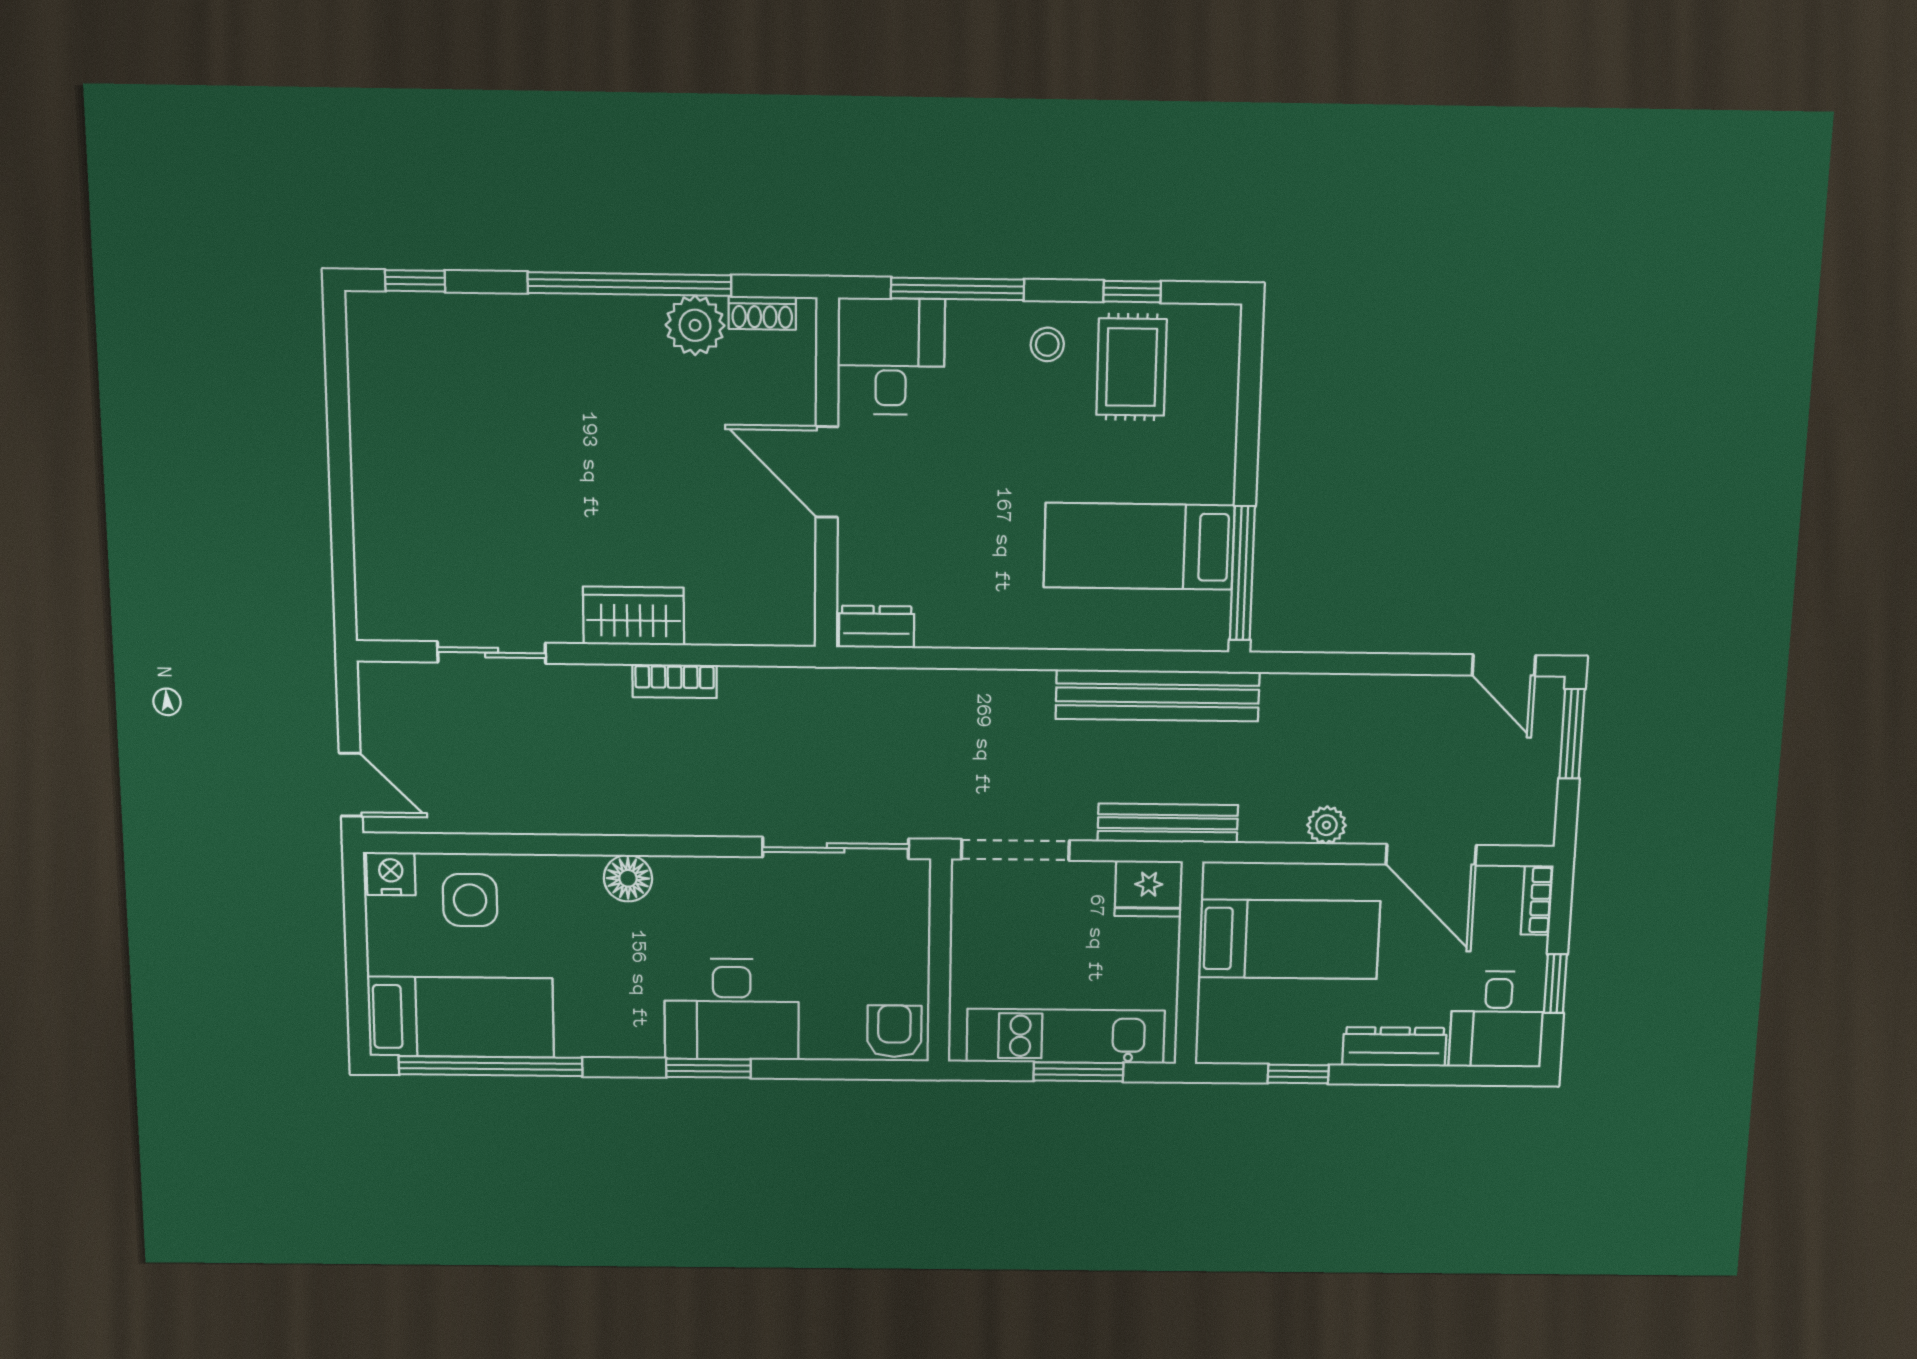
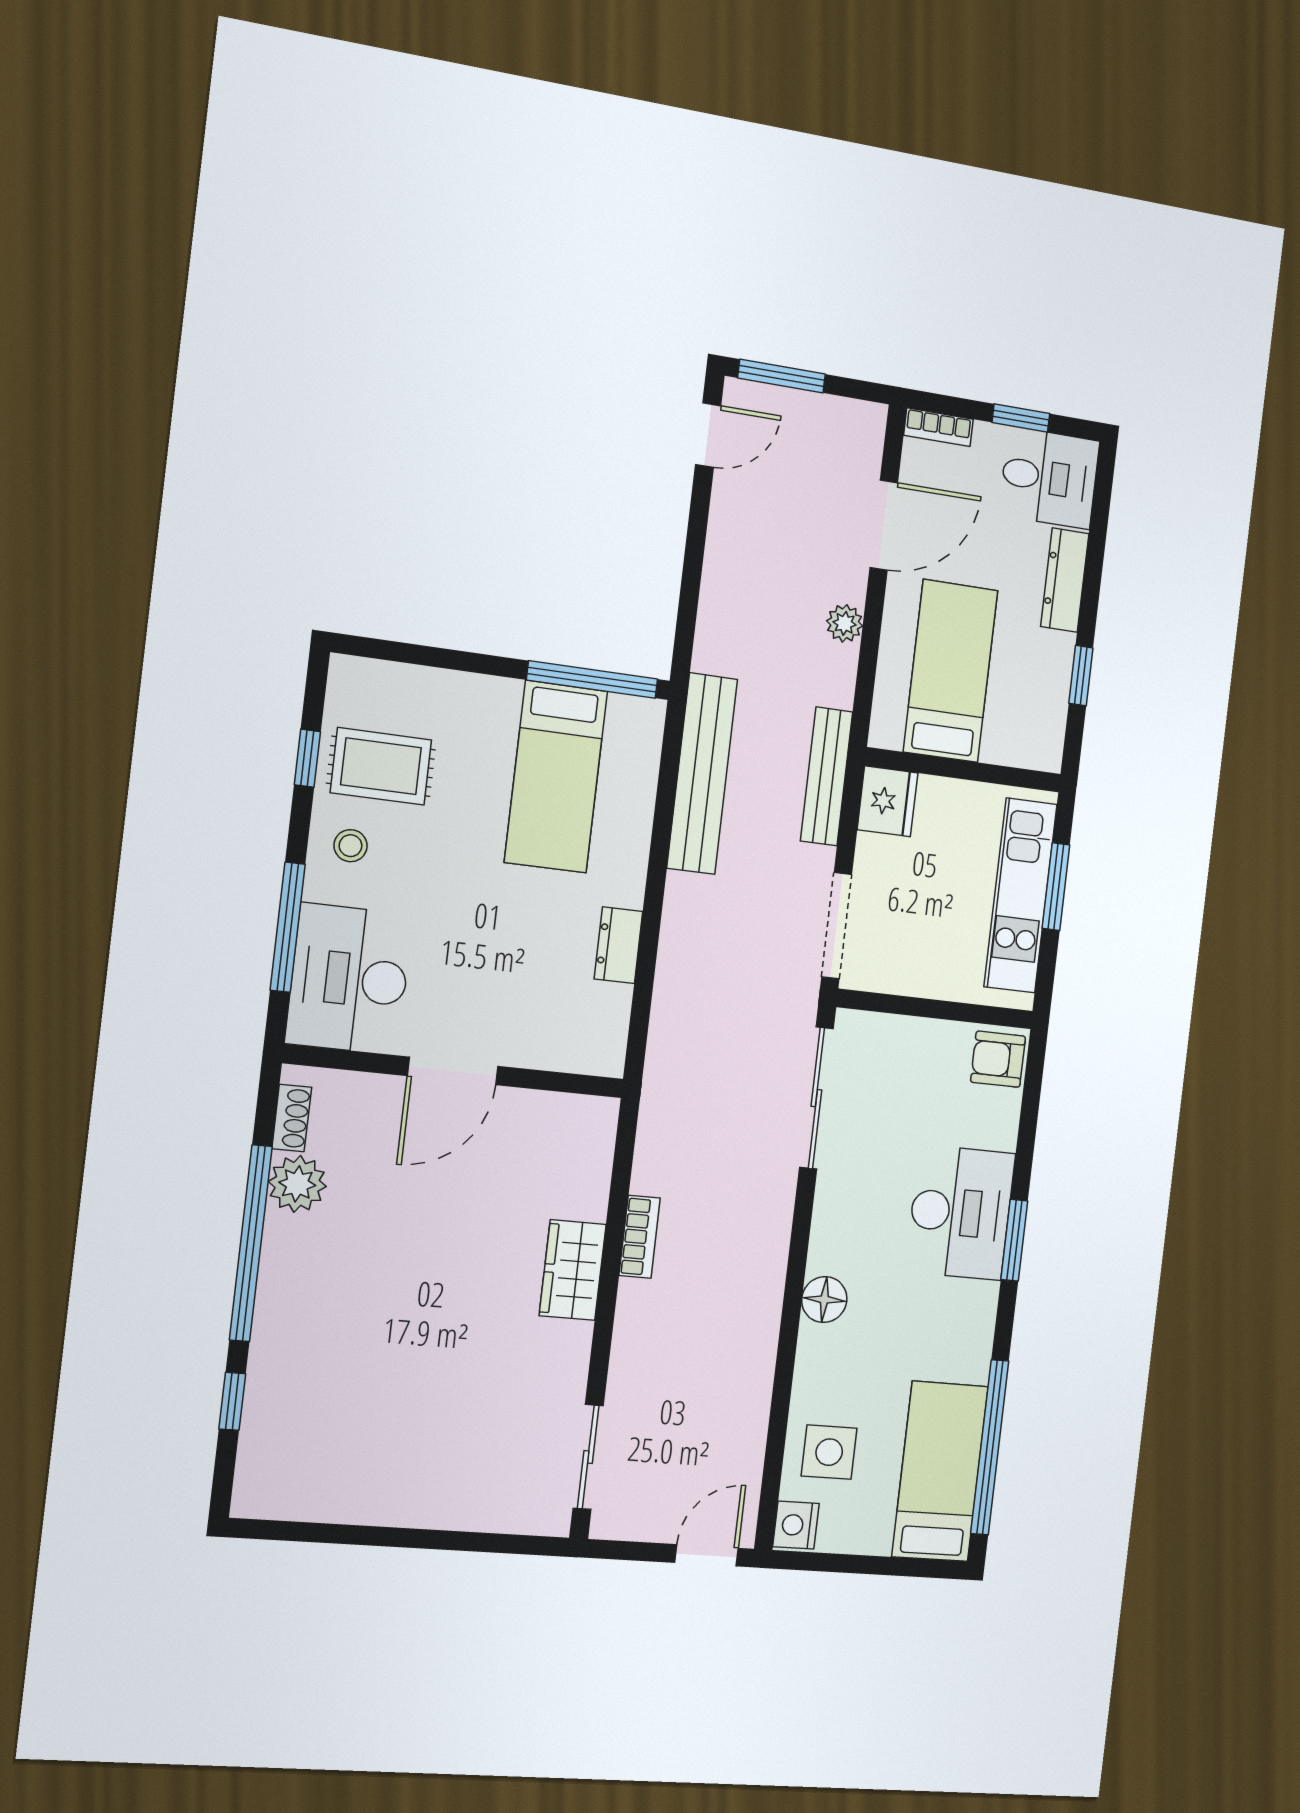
window: (415, 281) -> (232, 1401), moved
desk: (891, 357) -> (349, 979), width x1.37
dresser: (877, 627) -> (618, 945), moved
sliding door: (492, 653) -> (588, 1457), moved

